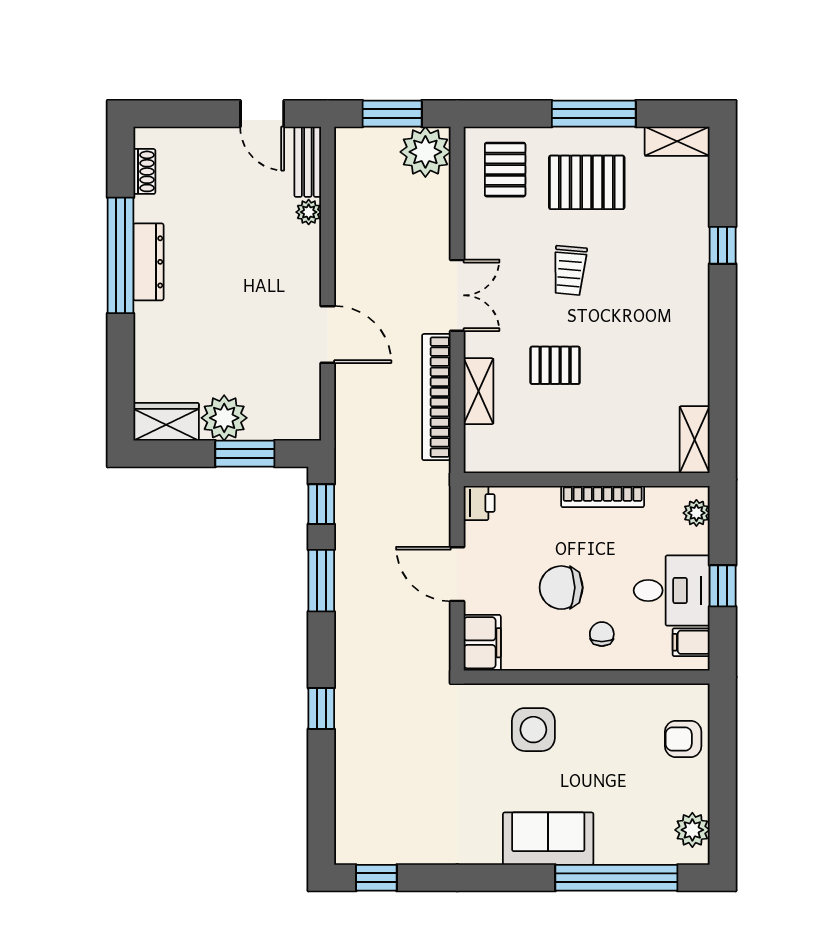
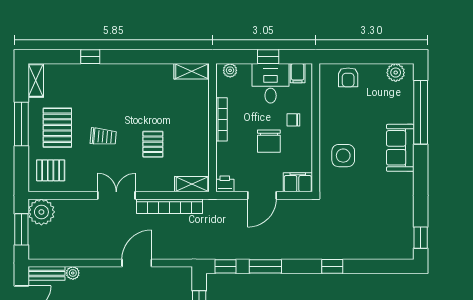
shelving: (479, 391) -> (192, 184), moved

